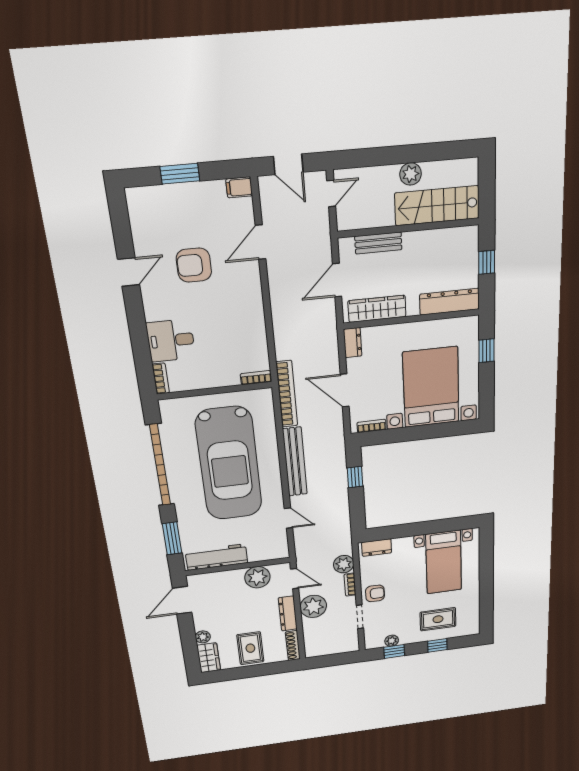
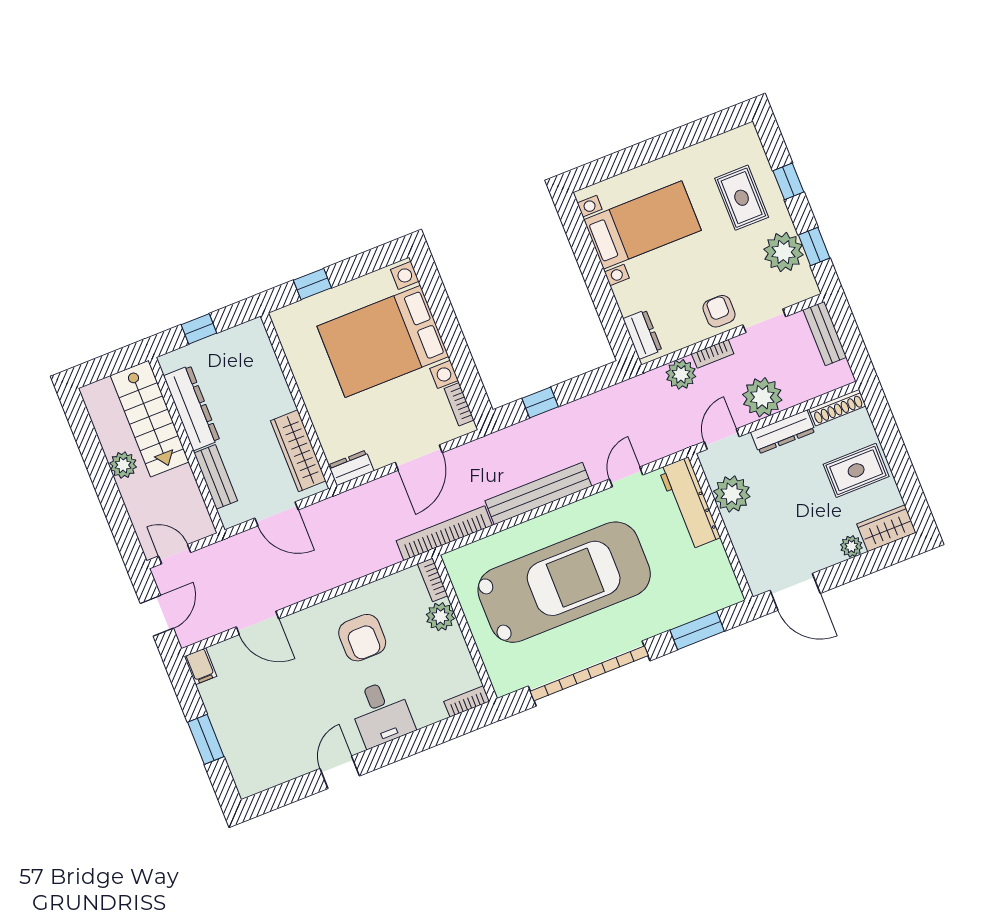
armchair: (194, 265) -> (362, 638), moved
door: (129, 272) -> (340, 772), hinge flipped
dresser: (450, 302) -> (192, 408), moved, turned 180
desk: (171, 340) -> (381, 713), moved
plant: (228, 376) -> (440, 617), added
workbench: (217, 557) -> (689, 503), moved
plant: (392, 641) -> (784, 252), width x1.87, depth x1.87
bench: (340, 647) -> (825, 334), added

